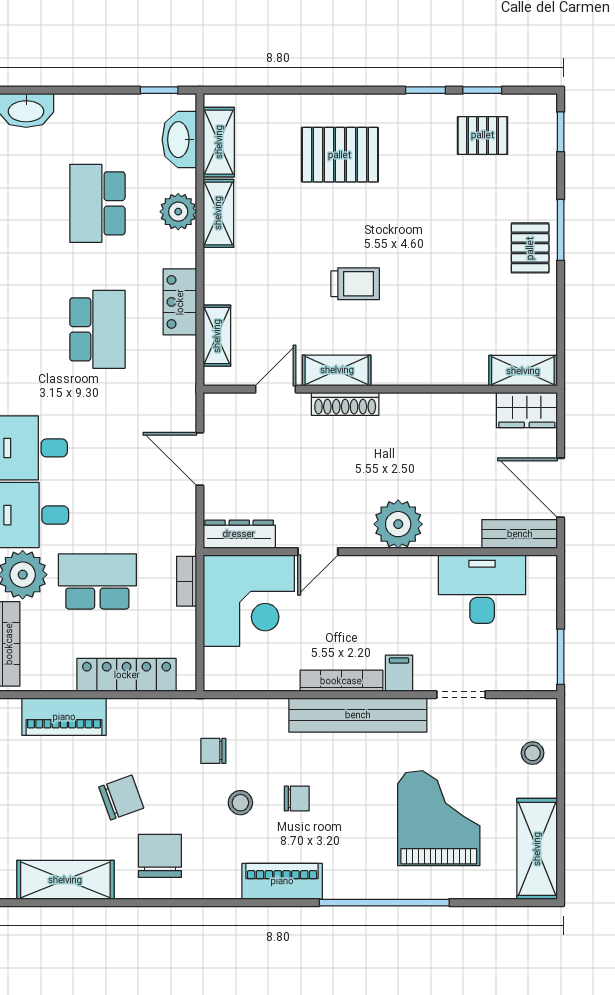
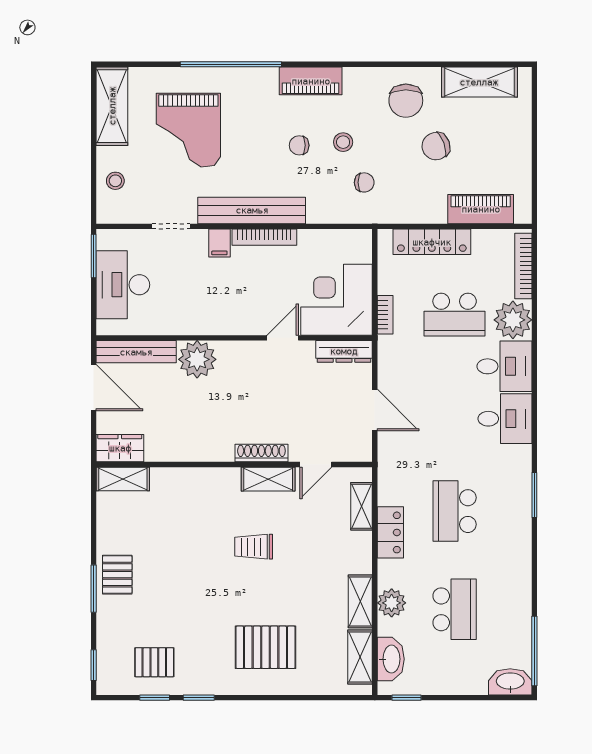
plant: (398, 524) -> (197, 359), moved
bench: (520, 534) -> (136, 352), width x1.36
desk: (482, 589) -> (123, 285), moved, turned 90

